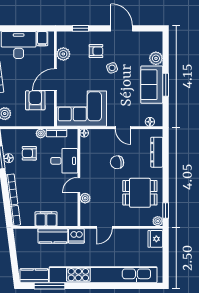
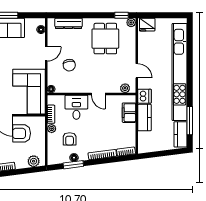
chair: (117, 162) -> (69, 65), moved
plant: (85, 198) -> (125, 88), moved
filing cabinet: (46, 219) -> (129, 113), moved

